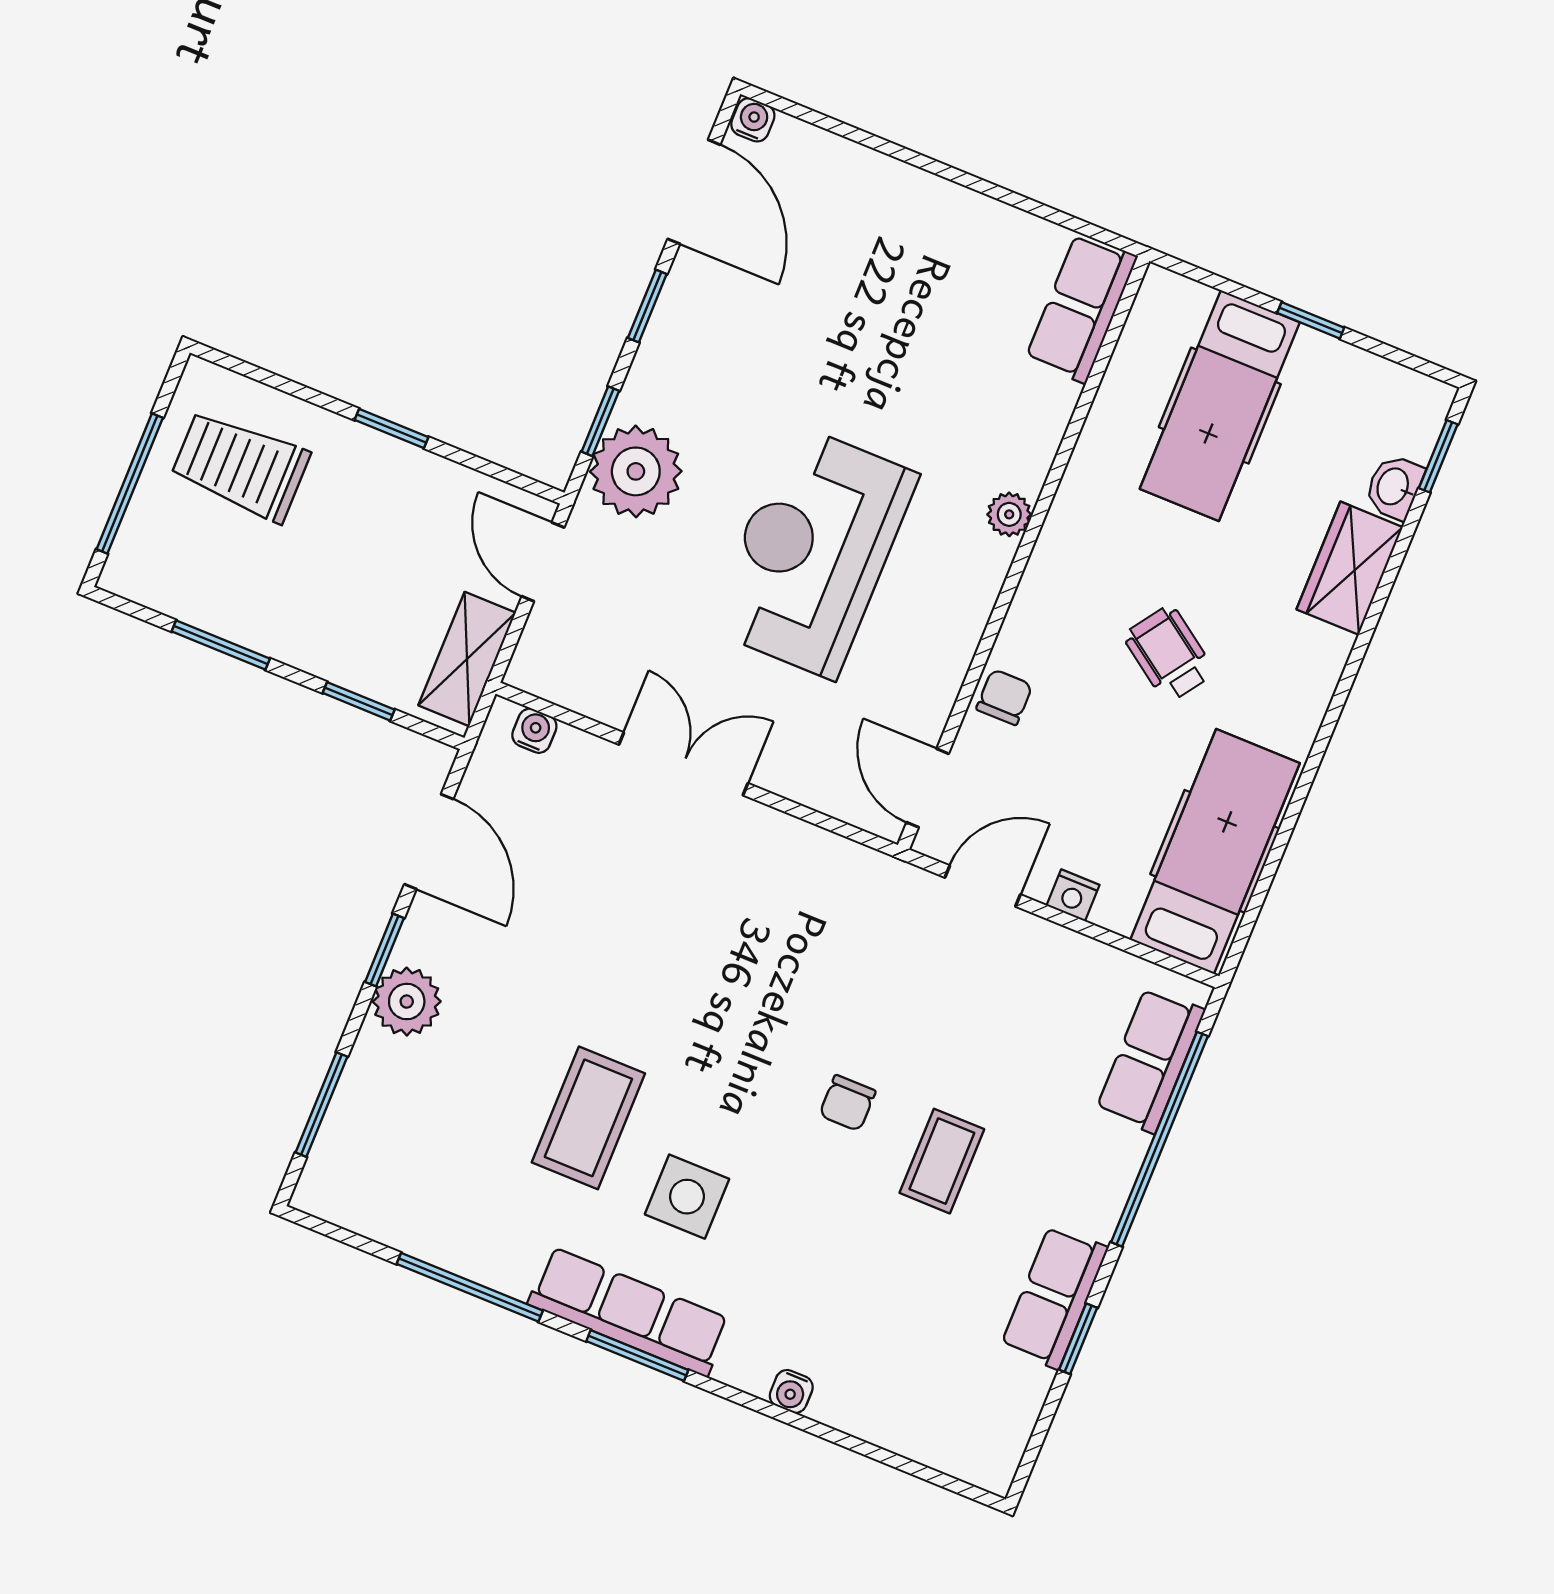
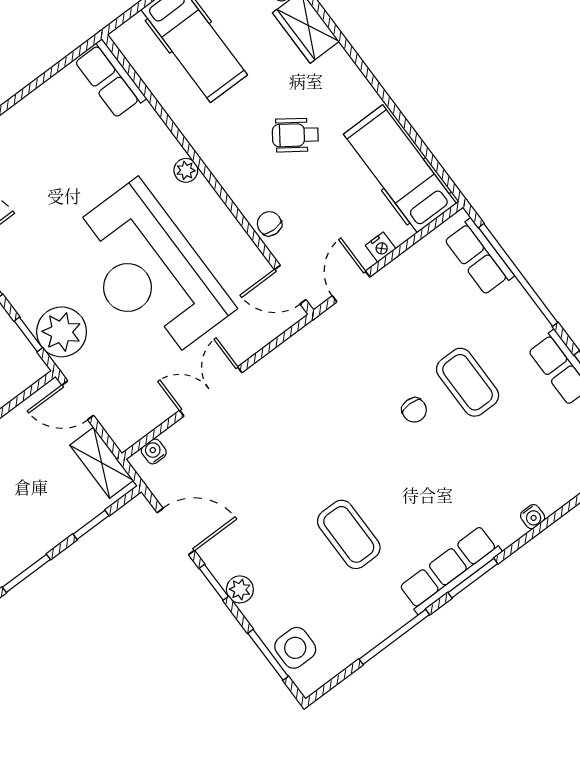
reception desk: (813, 551) -> (148, 272), width x1.36, depth x1.30
plant: (407, 1002) -> (240, 589), width x0.73, depth x0.73
coffee table: (942, 1161) -> (468, 382), width x1.36, depth x1.30
side table: (687, 1197) -> (295, 648), moved

